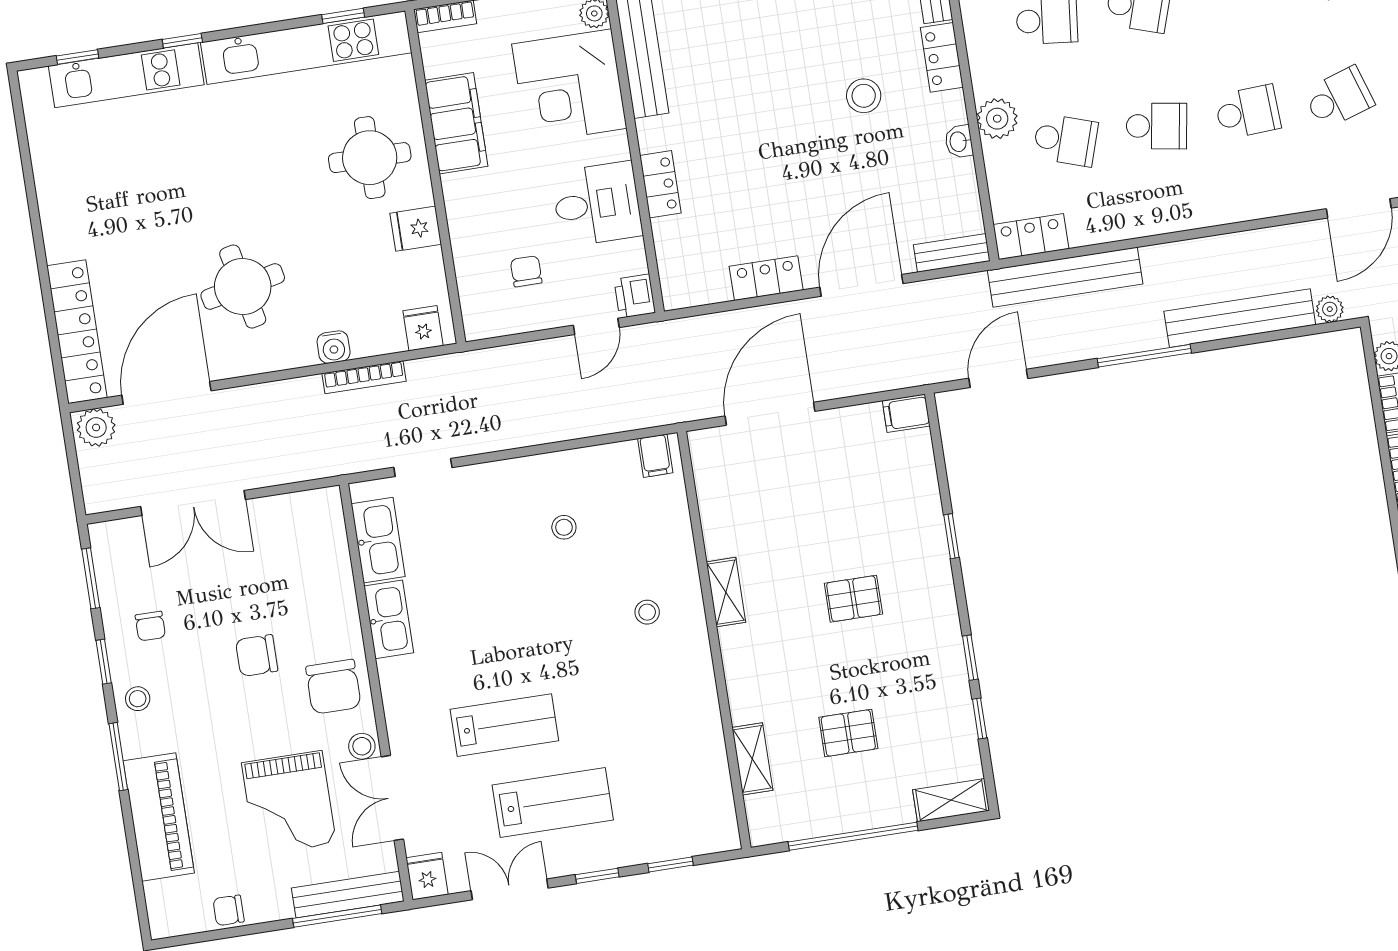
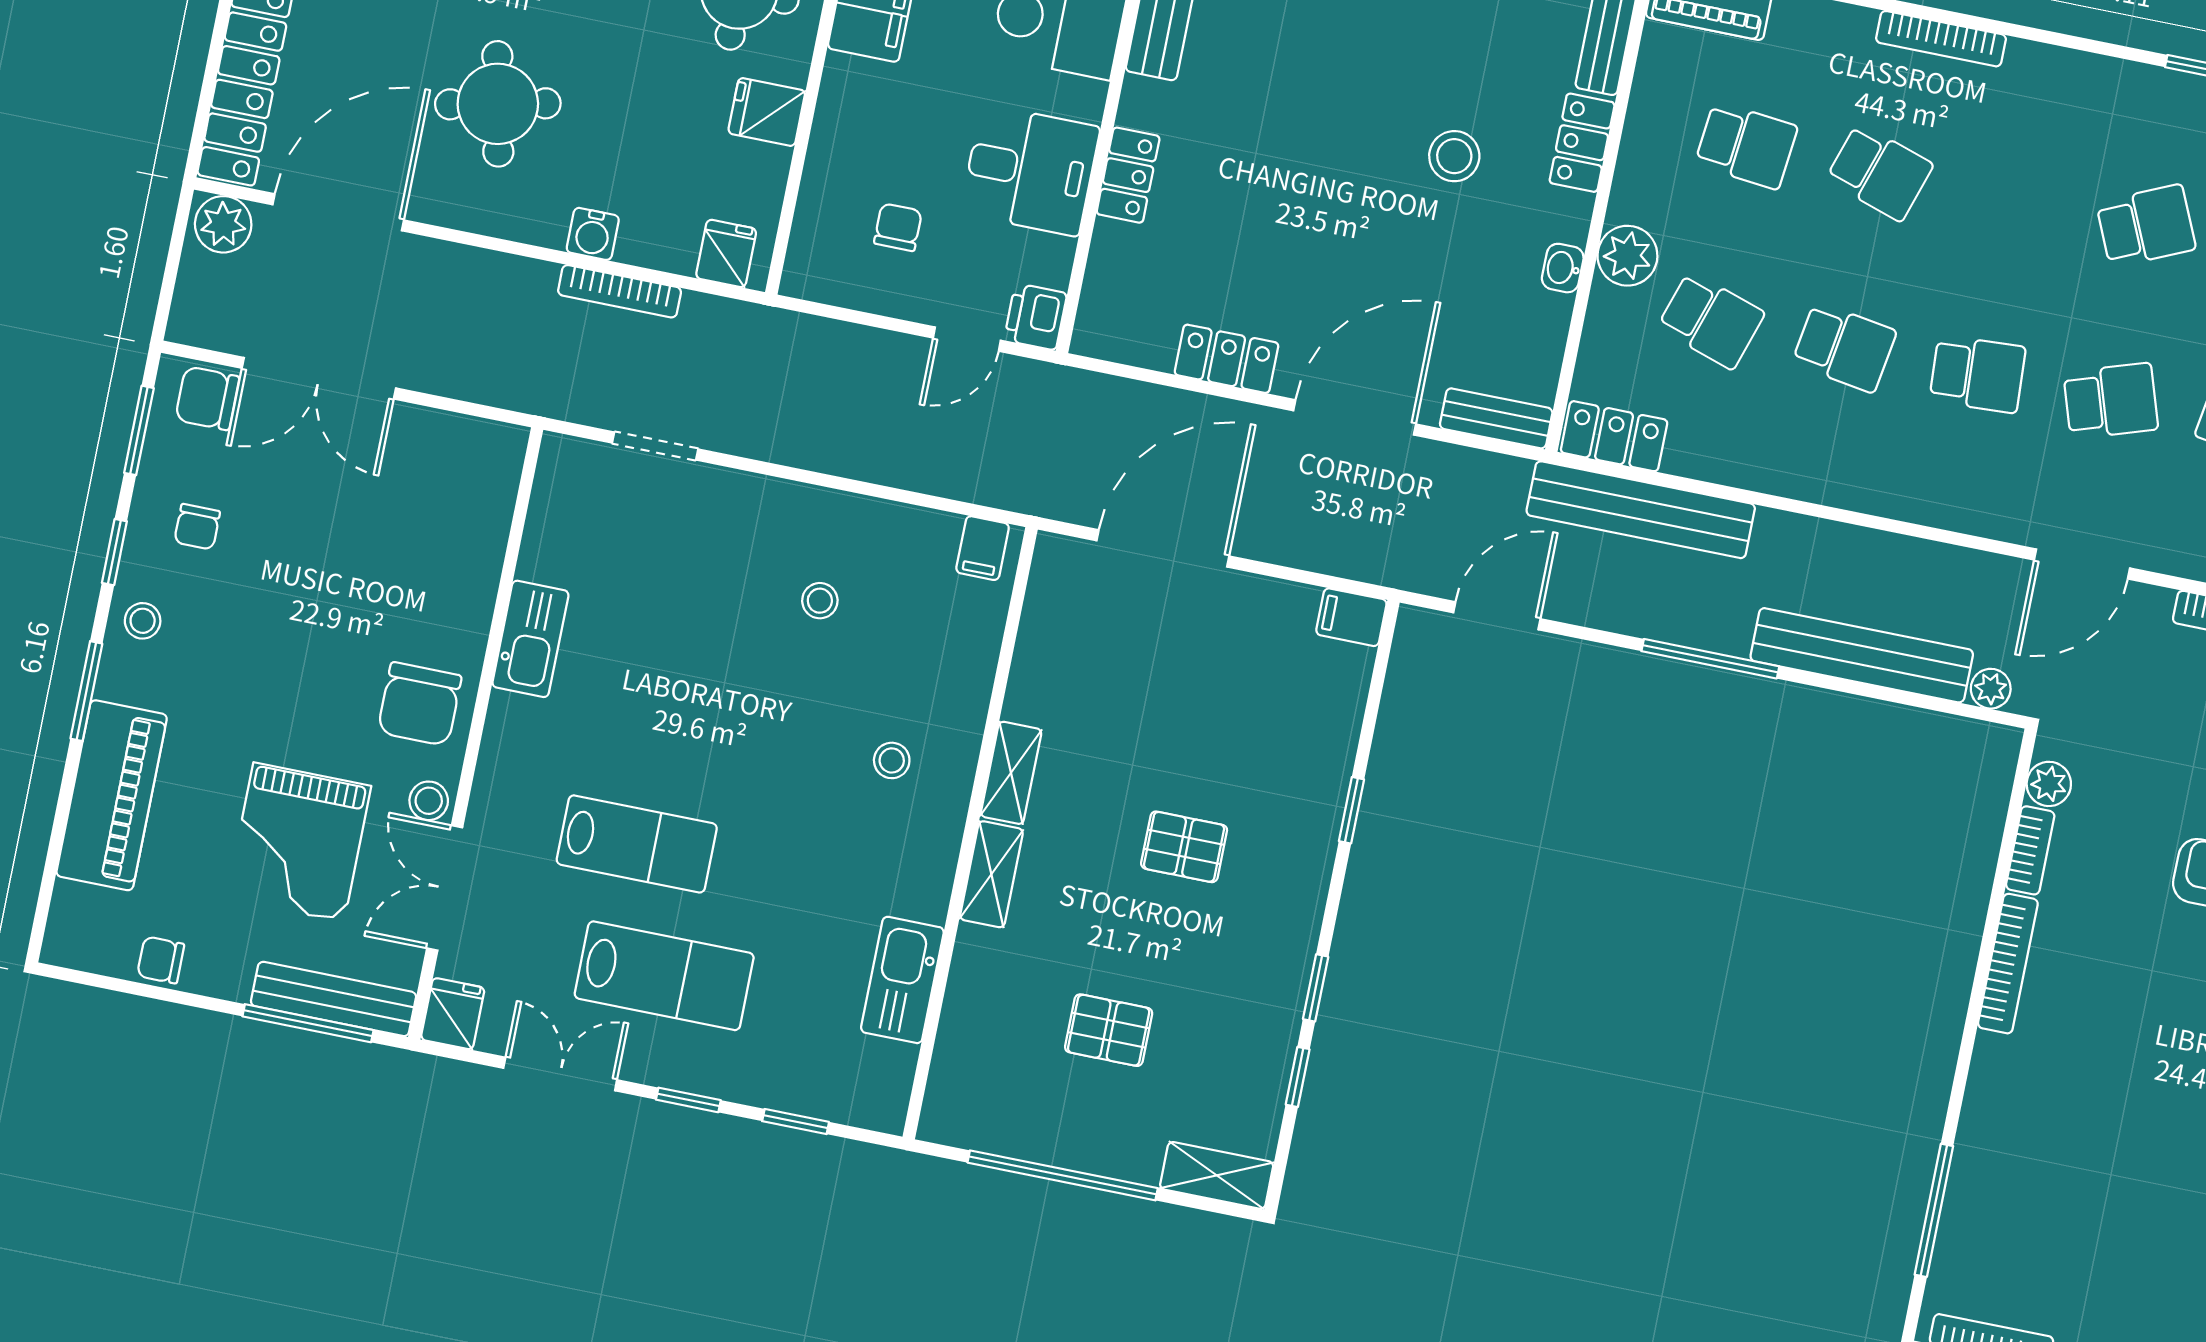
kitchen sink: (378, 540) -> (902, 980), moved, turned 180
chair: (257, 656) -> (207, 398), moved
shelving: (752, 759) -> (991, 874), moved

